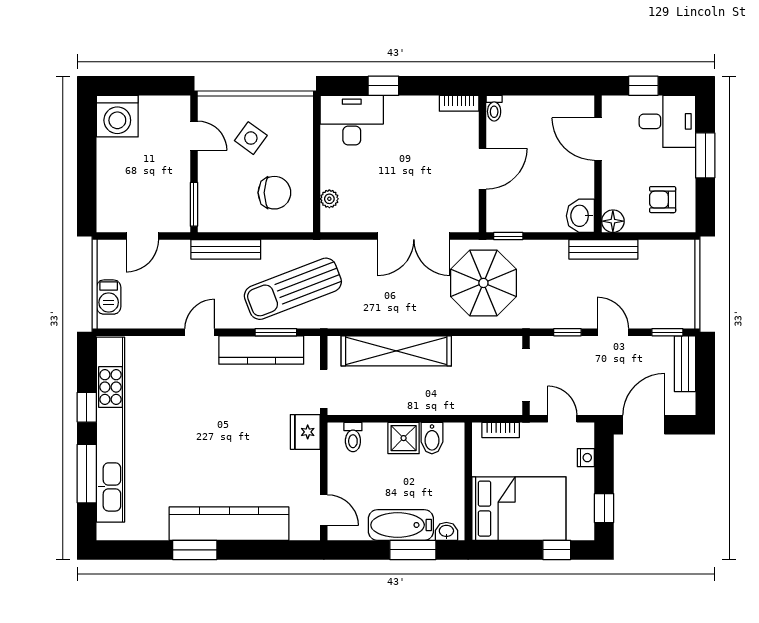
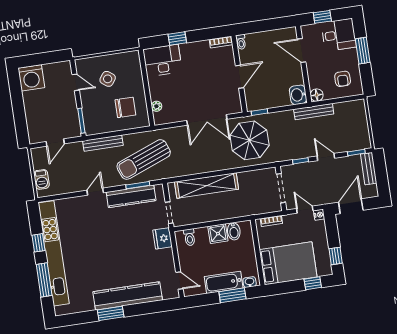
armchair: (663, 200) -> (343, 79), turned -90
nightstand: (586, 458) -> (319, 215), moved

